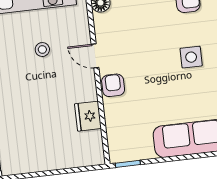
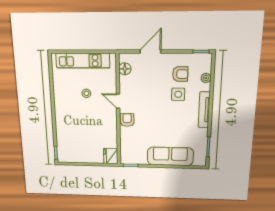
side table: (191, 57) -> (178, 94), moved
fridge: (88, 116) -> (111, 156), moved

